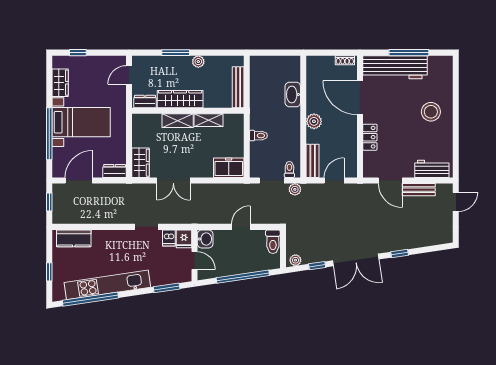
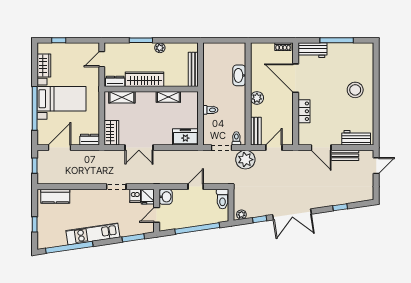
workbench: (395, 67) -> (312, 50), width x0.53, depth x0.76
shelving: (178, 121) -> (122, 97), moved
plant: (295, 189) -> (245, 160), width x1.87, depth x1.87
window: (400, 253) -> (340, 207), moved
door: (194, 261) -> (157, 215), swing flipped
kitchen unit: (107, 285) -> (93, 234), width x0.73

